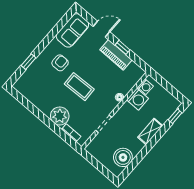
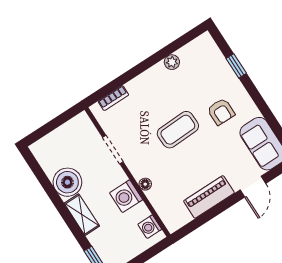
window: (123, 47) -> (217, 210), removed
washing machine: (137, 99) -> (126, 196), moved
plant: (60, 116) -> (172, 62), moved, width x0.53, depth x0.53
boiler: (123, 157) -> (67, 182), moved

